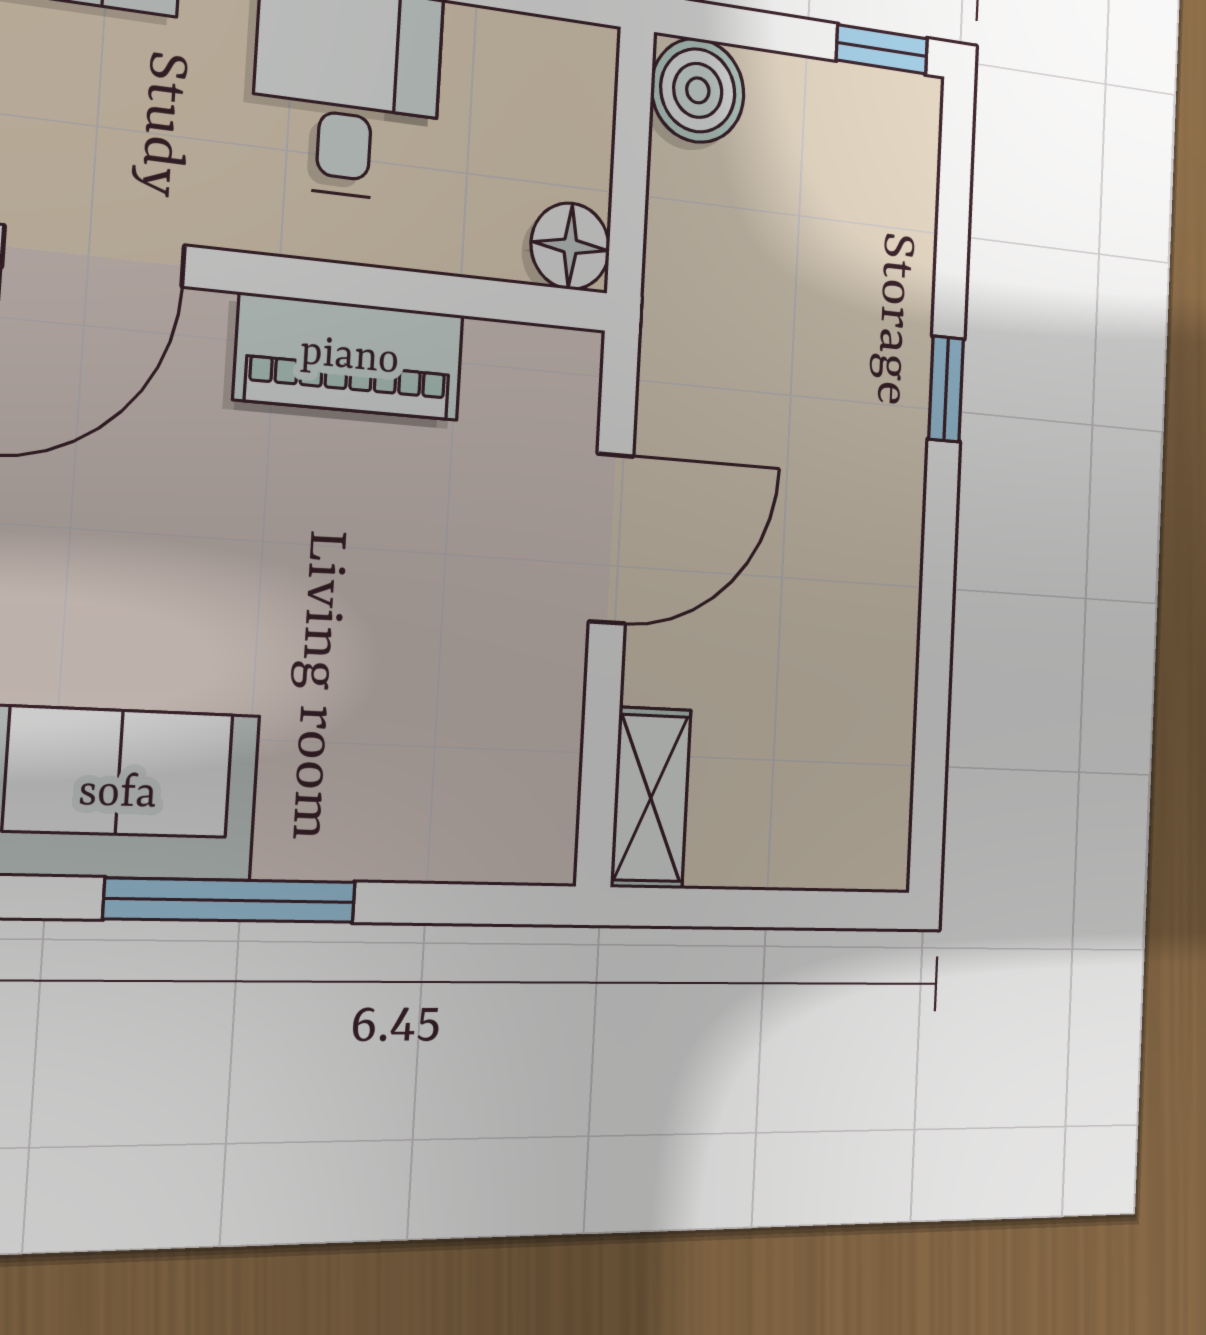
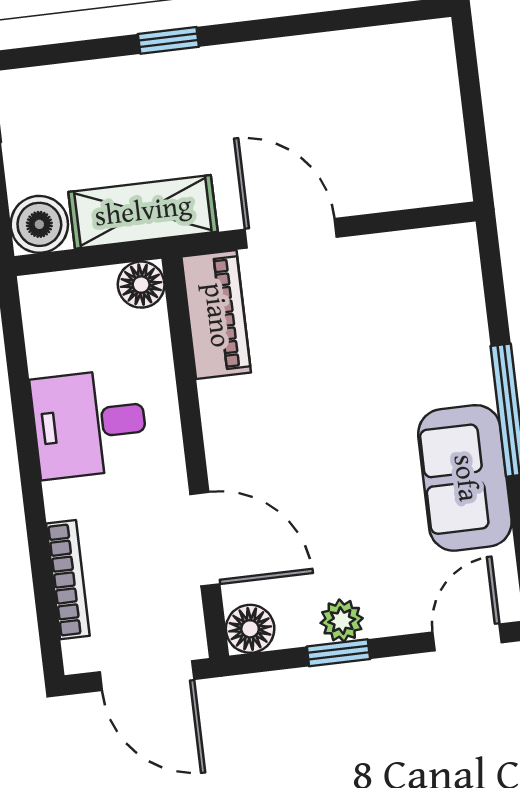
piano: (350, 357) -> (216, 315), moved
shelving: (651, 798) -> (143, 212), moved, width x1.50, depth x1.33

